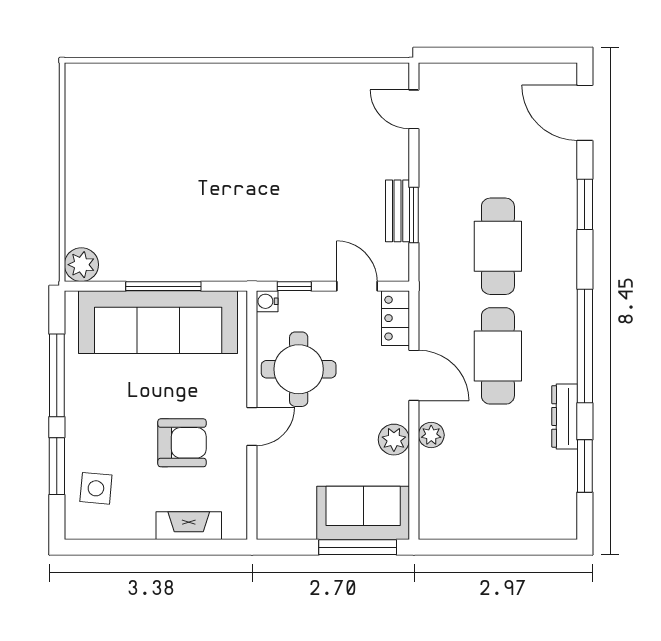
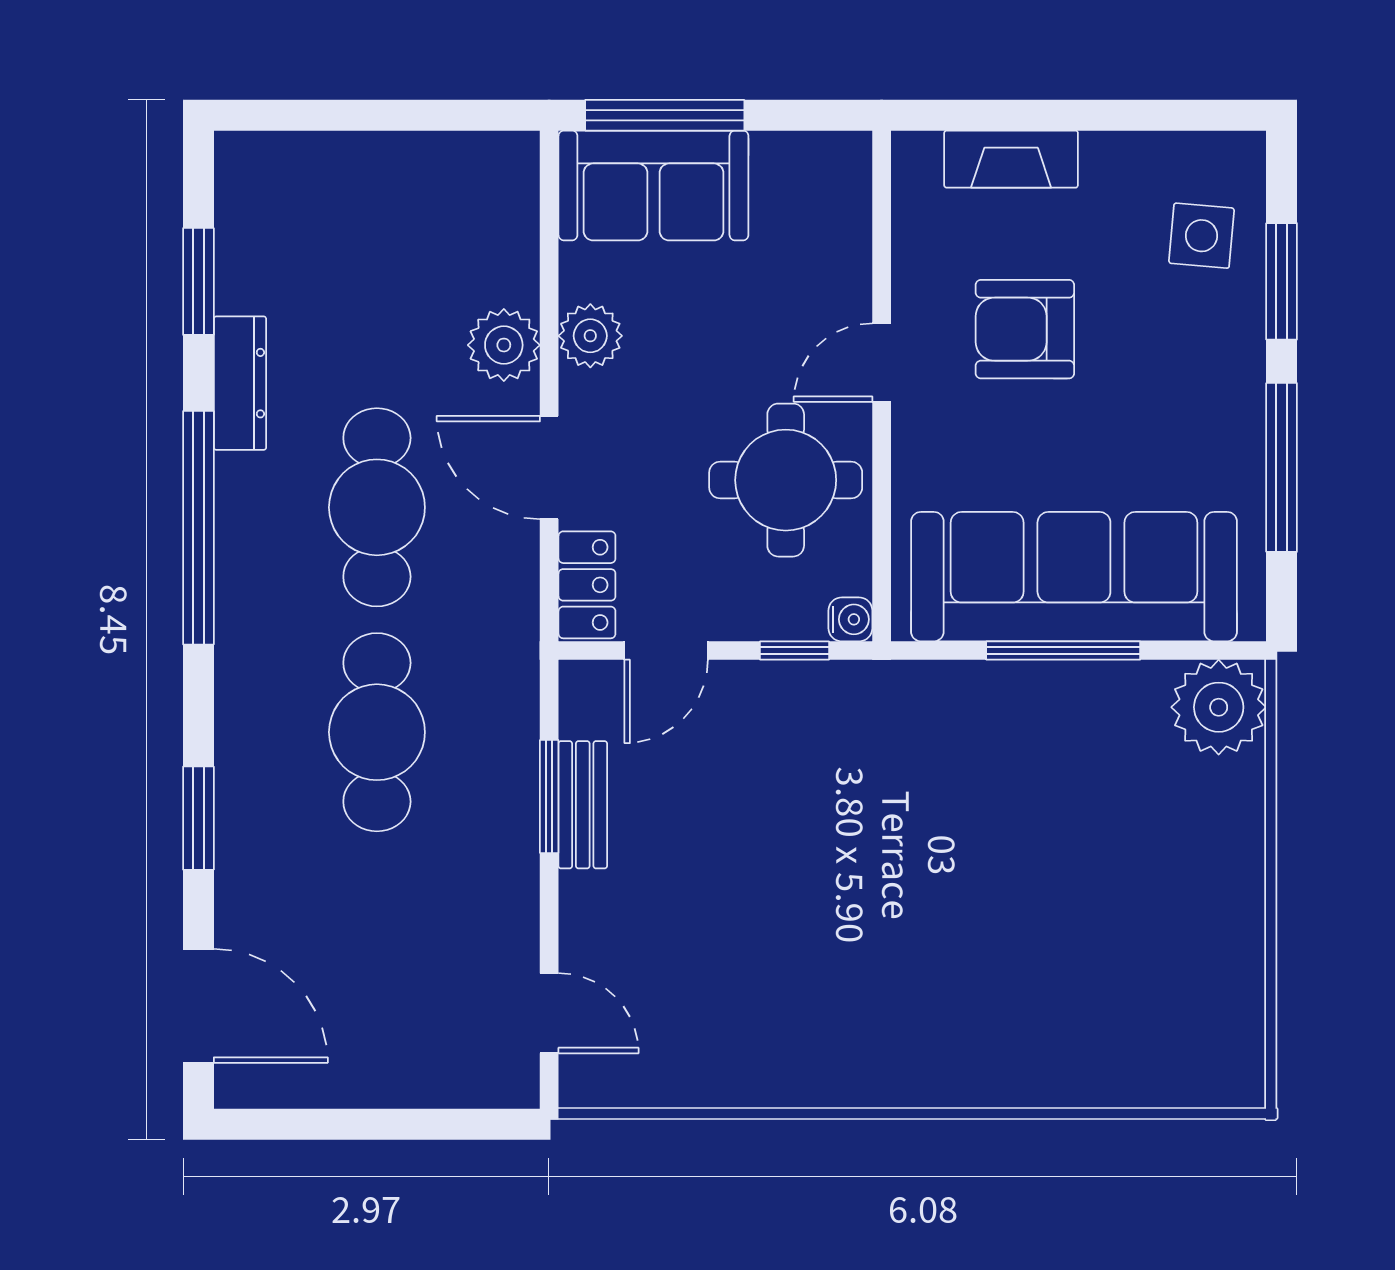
plant: (81, 265) -> (1219, 707), width x1.36, depth x1.36
door: (357, 286) -> (666, 651), hinge flipped
plant: (431, 435) -> (504, 345), width x1.38, depth x1.38

